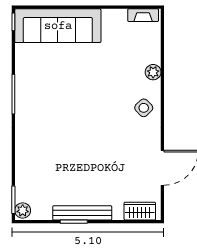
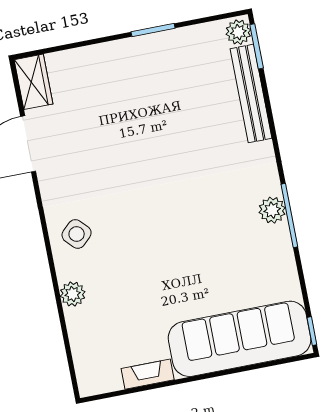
fireplace: (143, 15) -> (148, 374), moved
plant: (23, 99) -> (272, 210), added
wardrobe: (140, 211) -> (34, 82), moved, turned -90
bench: (82, 213) -> (251, 93), moved, turned 90

